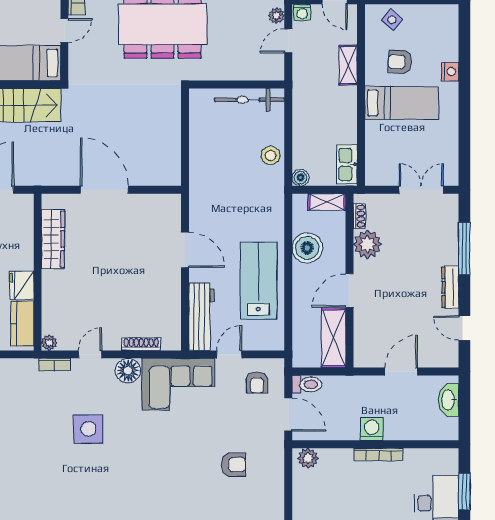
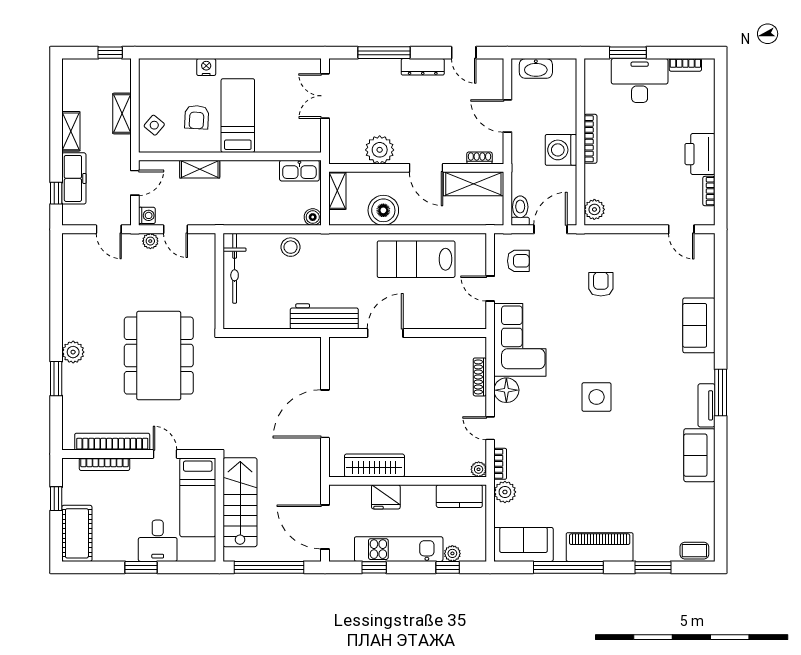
shoe rack: (359, 216) -> (479, 158), moved
fridge: (22, 285) -> (386, 497), moved
workbench: (201, 317) -> (324, 316), moved
door: (464, 328) -> (464, 53), hinge flipped
plant: (27, 369) -> (505, 492), added
side table: (88, 429) -> (597, 397), moved
washing machine: (372, 429) -> (561, 150), width x1.37, depth x1.37

